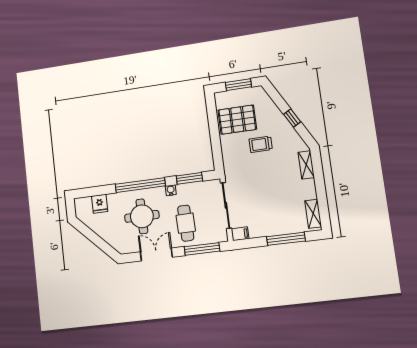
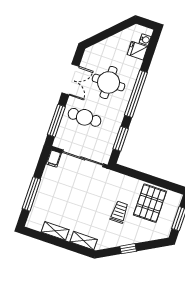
water cooler: (171, 190) -> (145, 40), moved
shelving: (313, 214) -> (55, 231), moved

